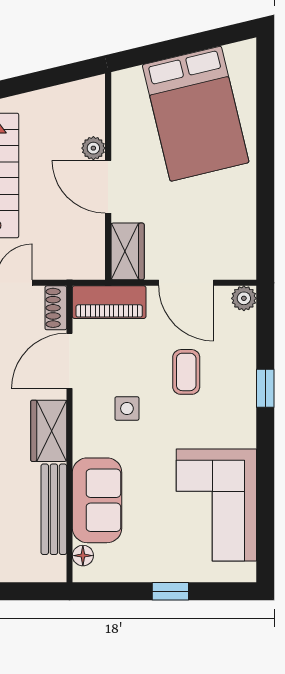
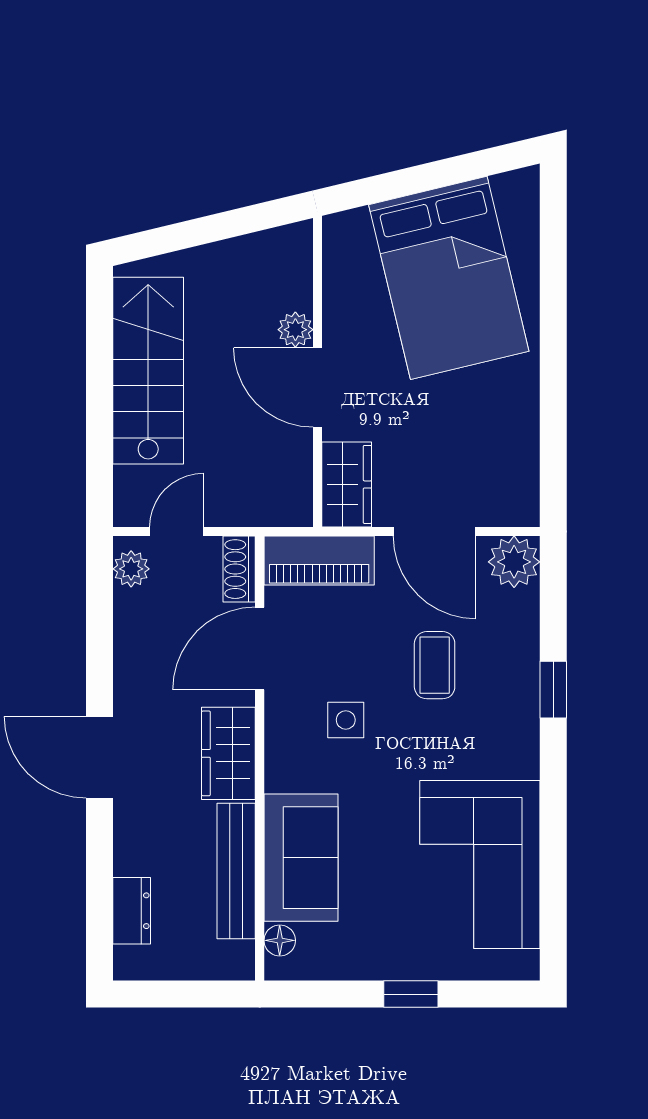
plant: (244, 298) -> (514, 562), width x1.38, depth x1.38

